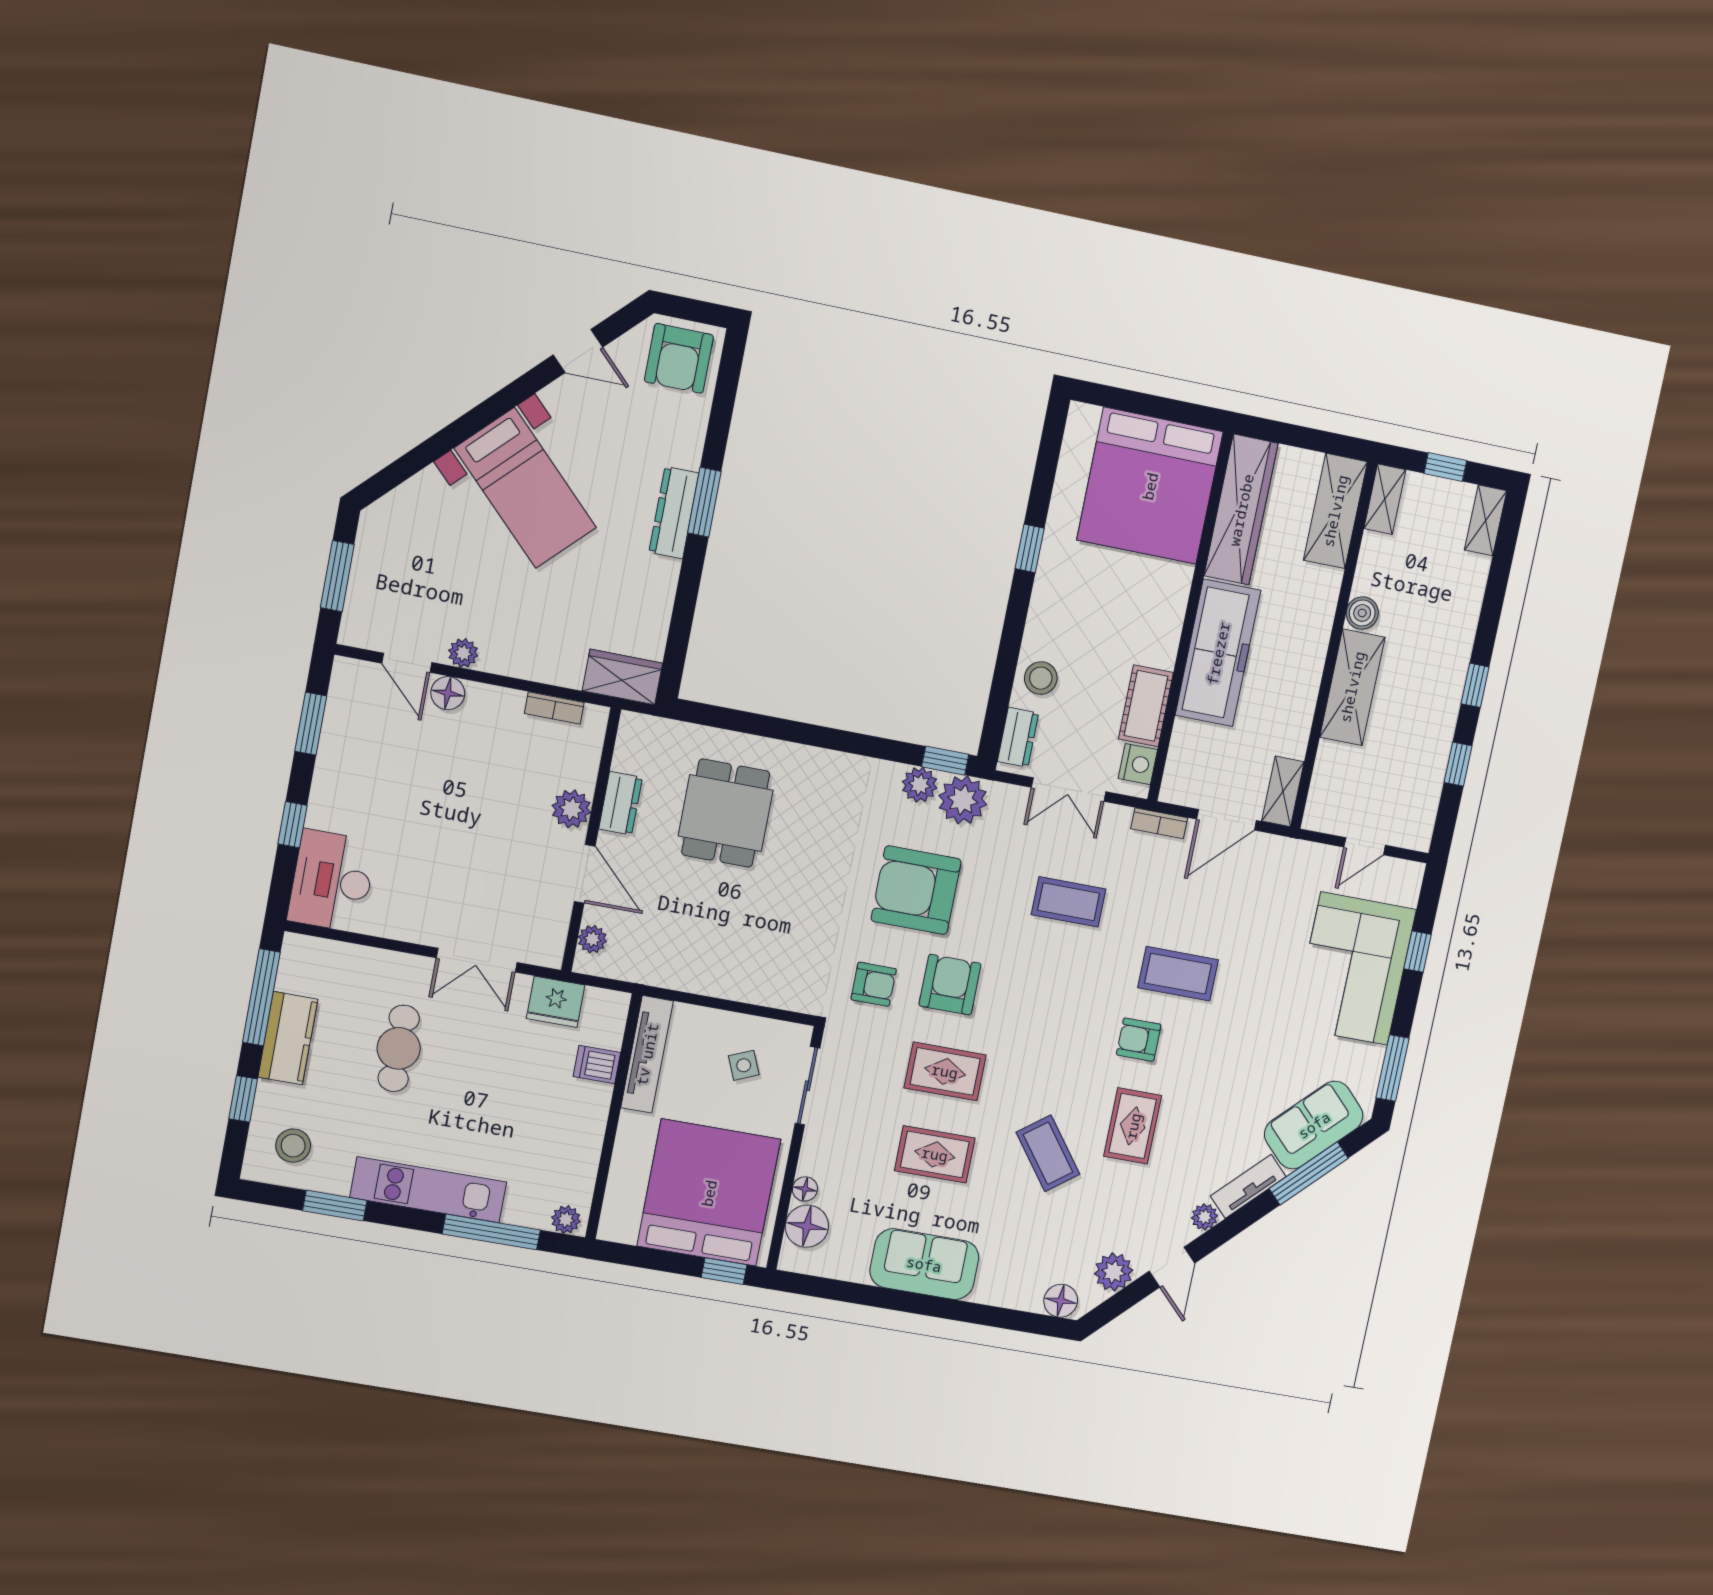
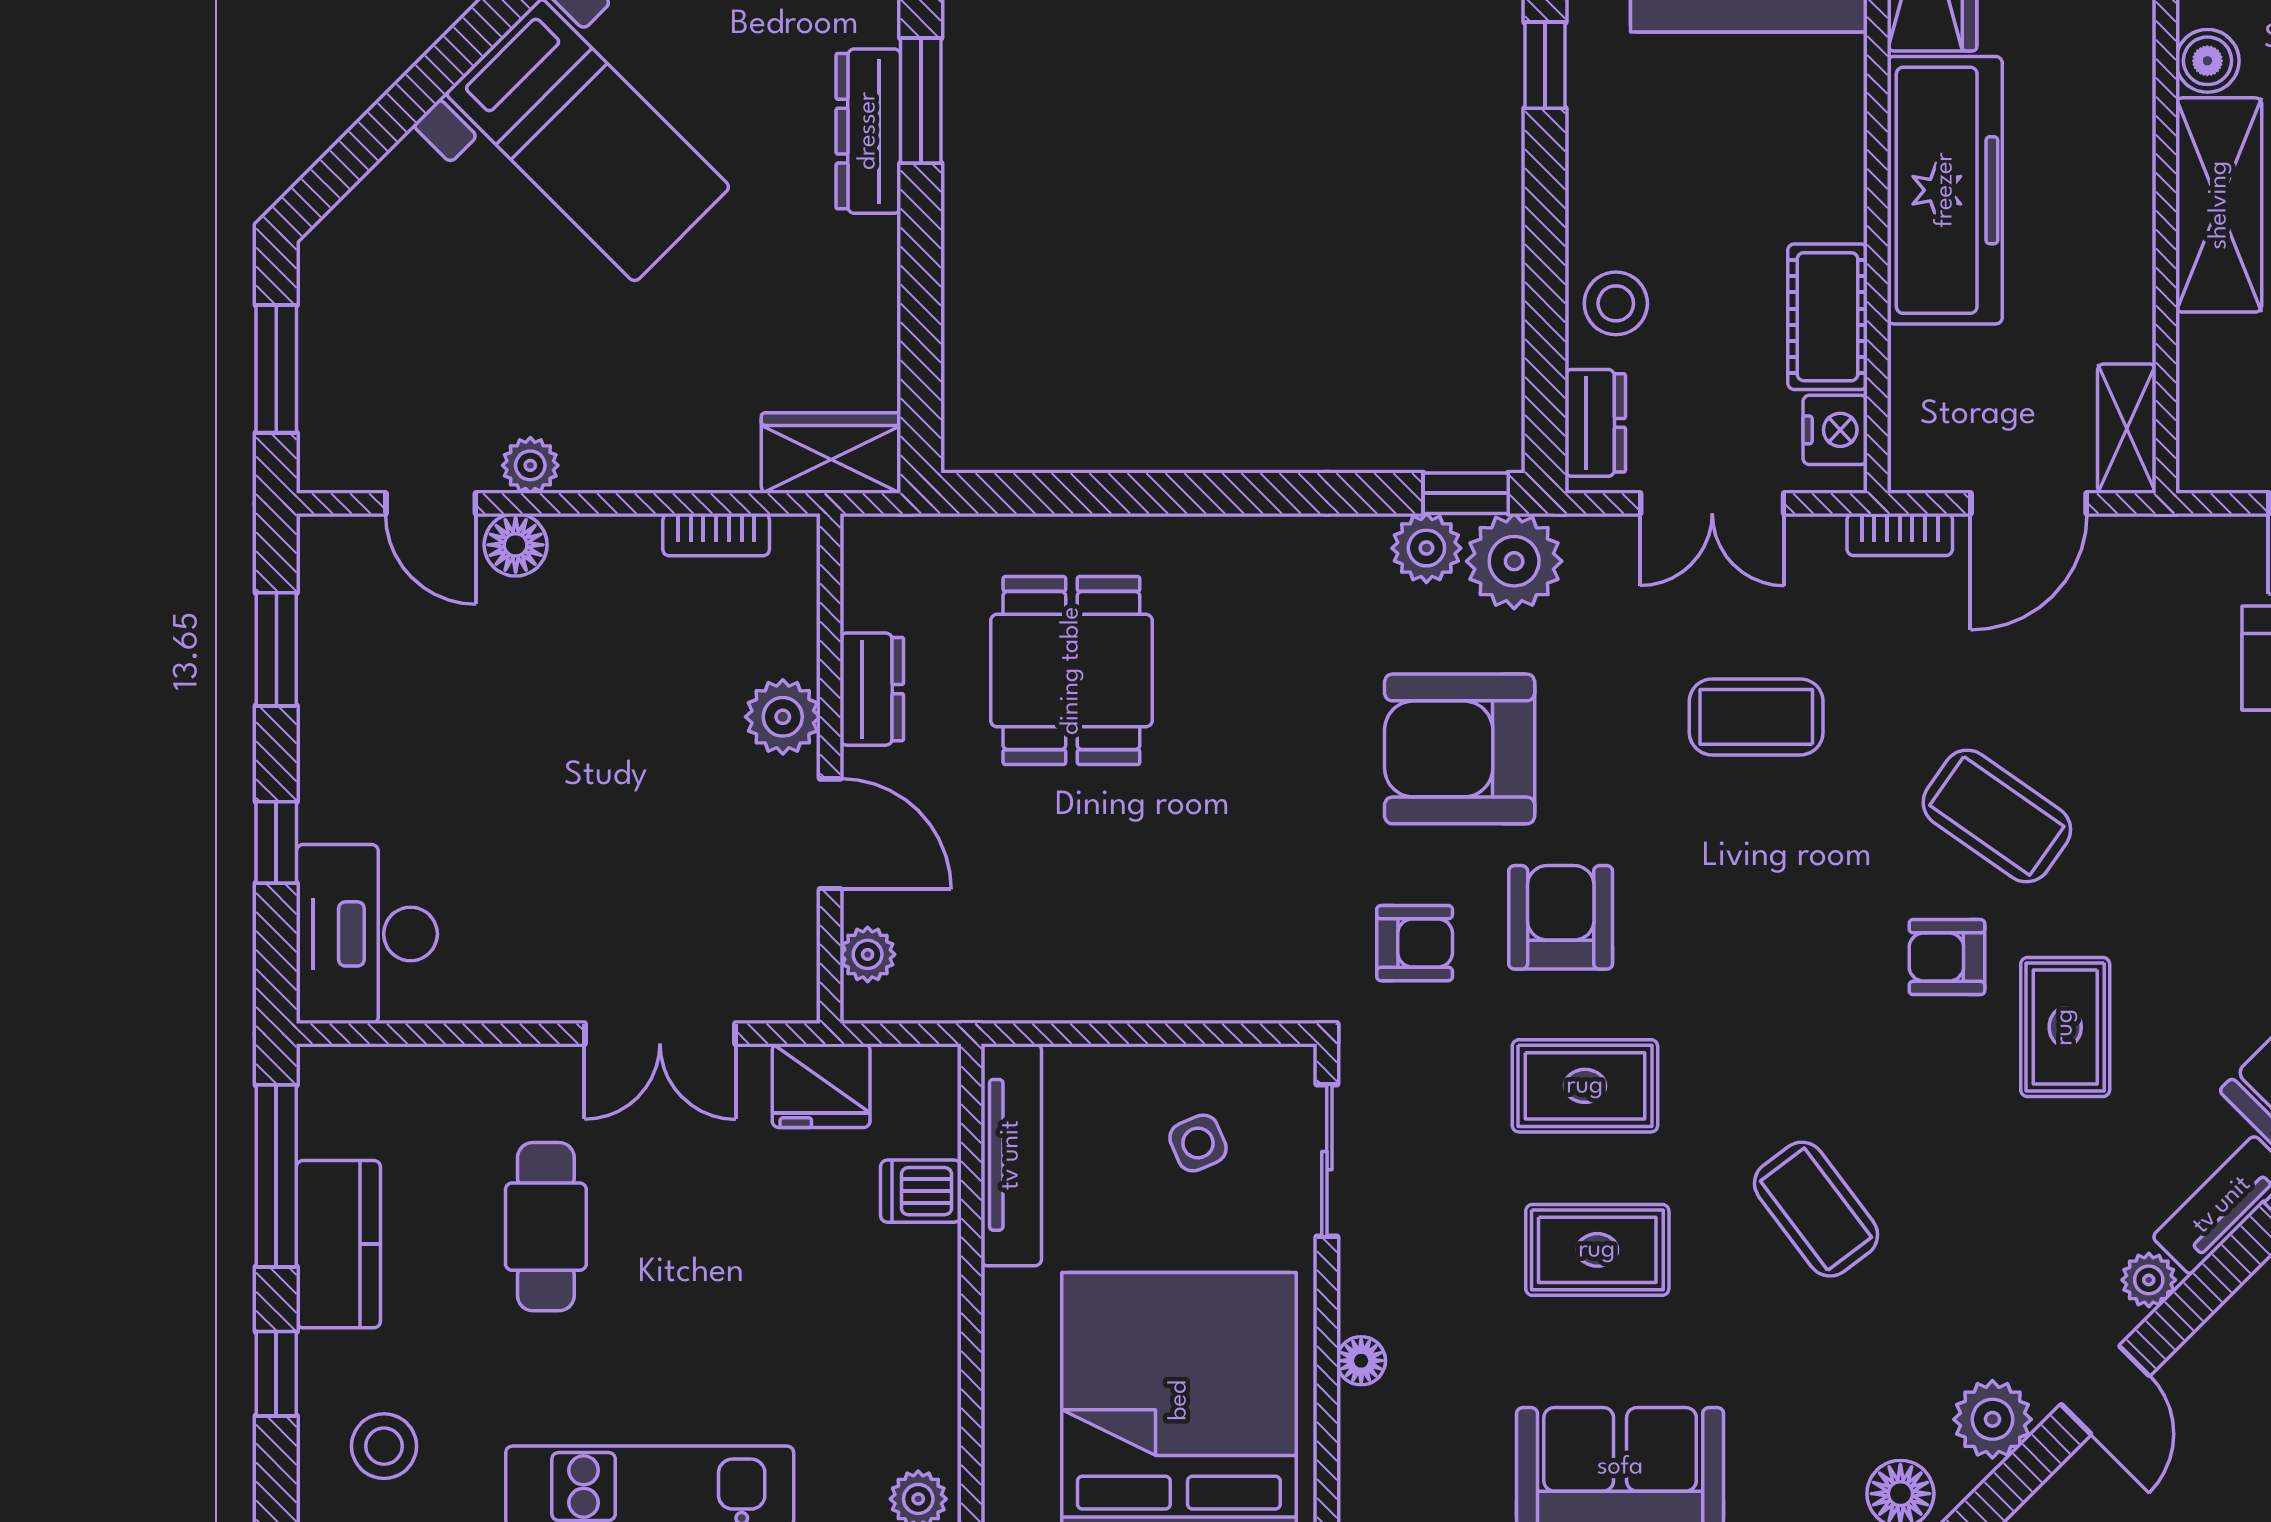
coffee table: (1178, 974) -> (1997, 816), turned 35
rug: (1133, 1126) -> (2065, 1027), moved
floor lamp: (807, 1226) -> (1379, 1432), removed

